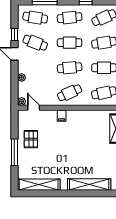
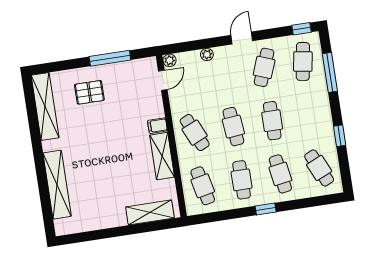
cafe table: (70, 18) -> (311, 115), removed
window: (14, 34) -> (301, 29), moved
shelving: (81, 116) -> (162, 156), added
pallet: (31, 139) -> (89, 92), moved
window: (14, 152) -> (110, 58), moved

